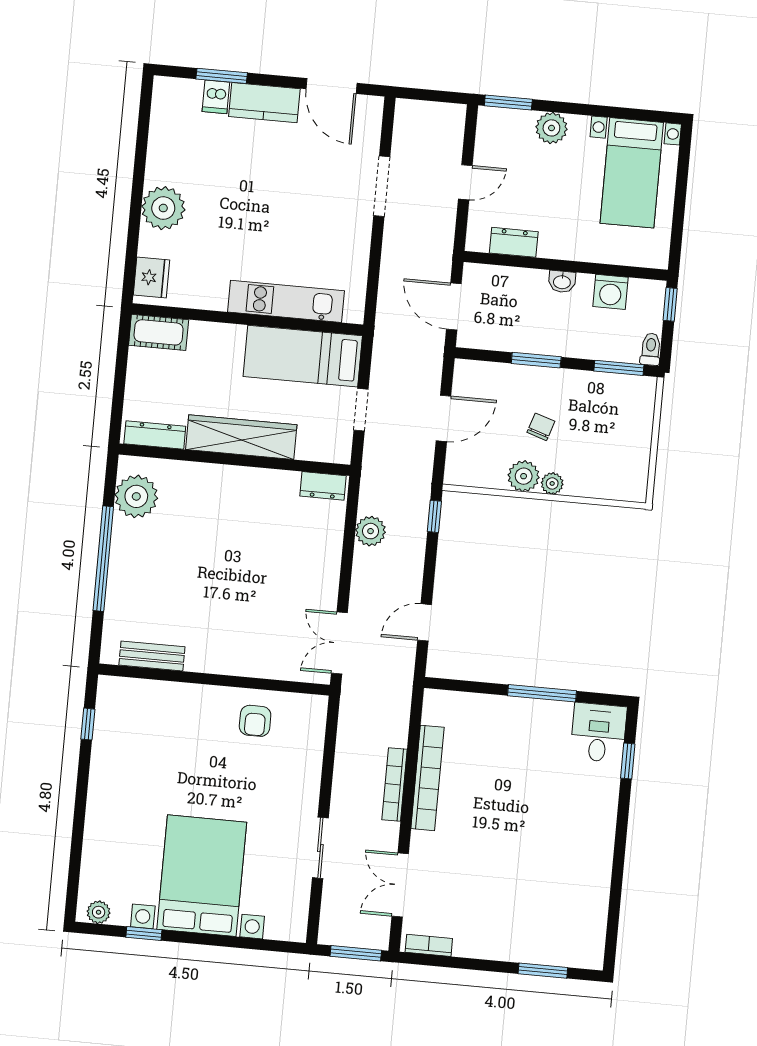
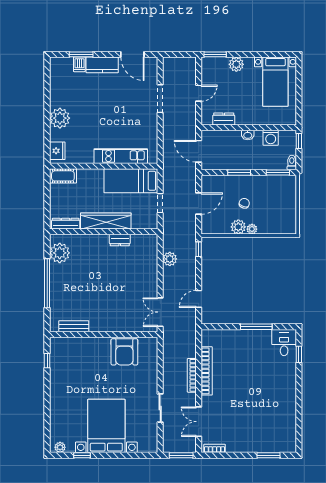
dresser: (323, 486) -> (120, 240), moved
armchair: (255, 721) -> (124, 352), width x1.88, depth x1.88

